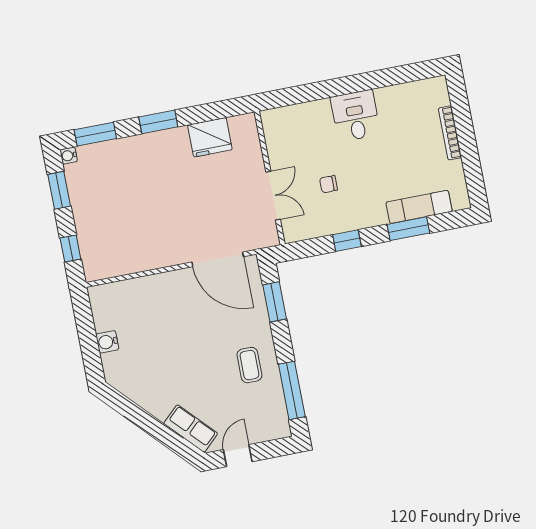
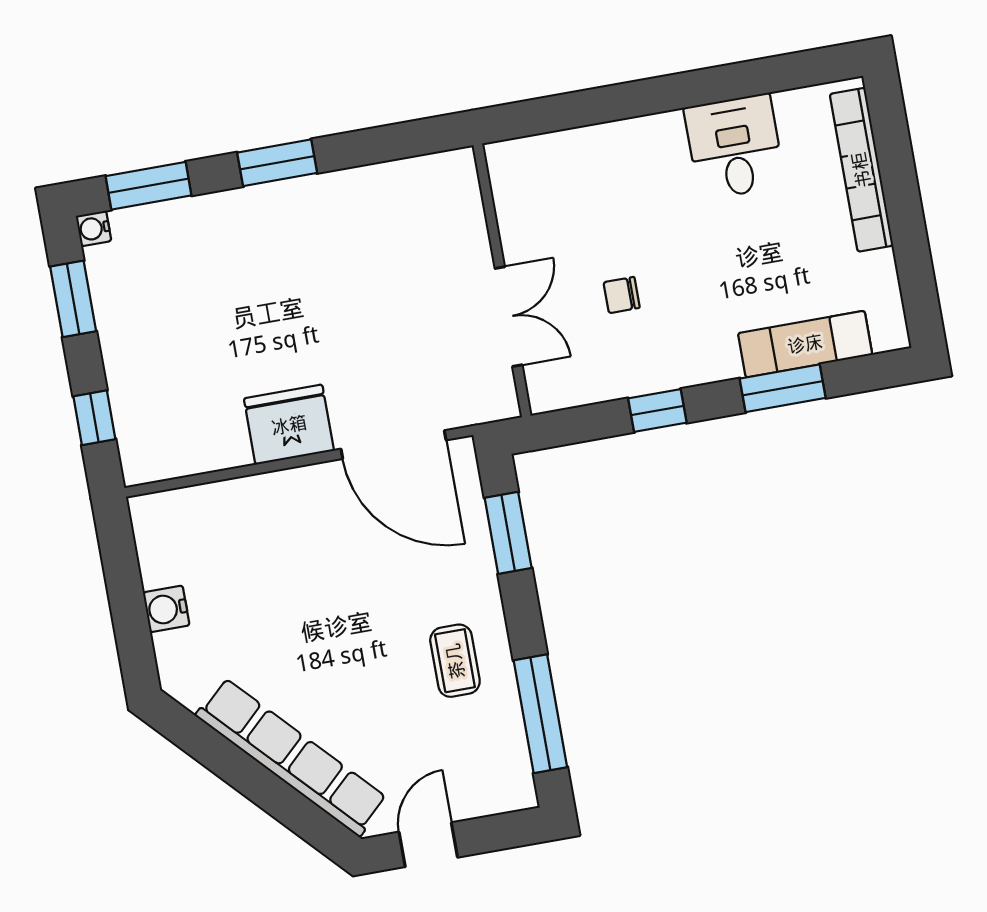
desk: (355, 116) -> (735, 147), moved
bookcase: (450, 133) -> (861, 170), width x1.48, depth x1.31
fridge: (210, 137) -> (289, 425), moved, turned 180
row of seats: (191, 428) -> (292, 757), width x2.02

